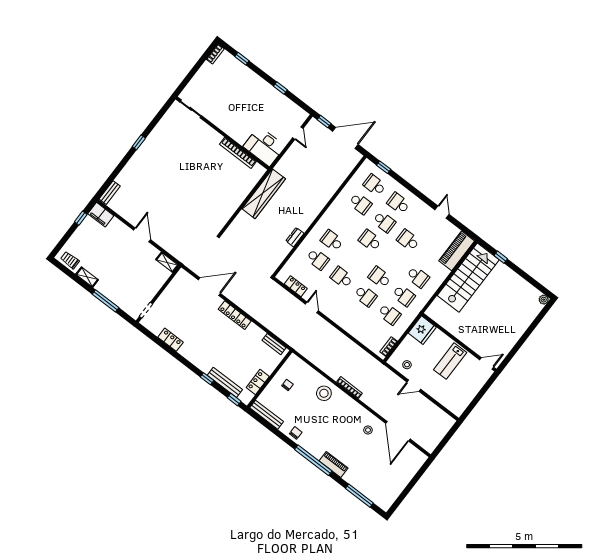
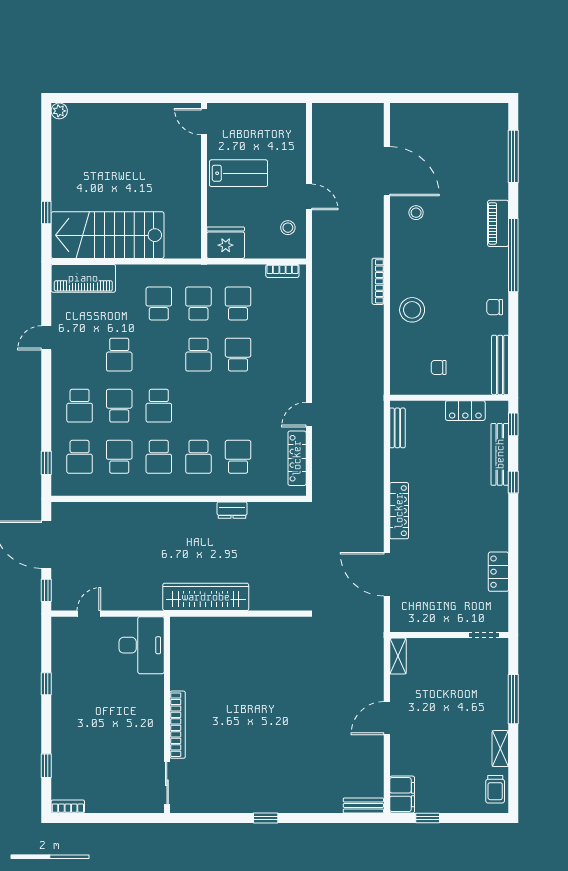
bookcase: (238, 153) -> (178, 725), moved
school desk: (342, 277) -> (159, 457), moved
locker: (296, 286) -> (297, 458), width x1.53
door: (398, 431) -> (387, 171), hinge flipped

